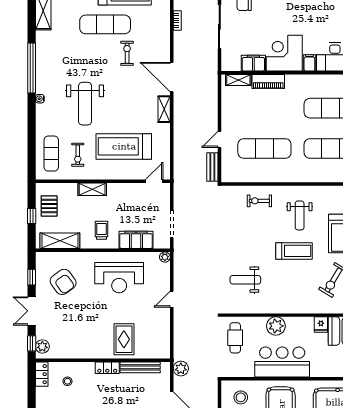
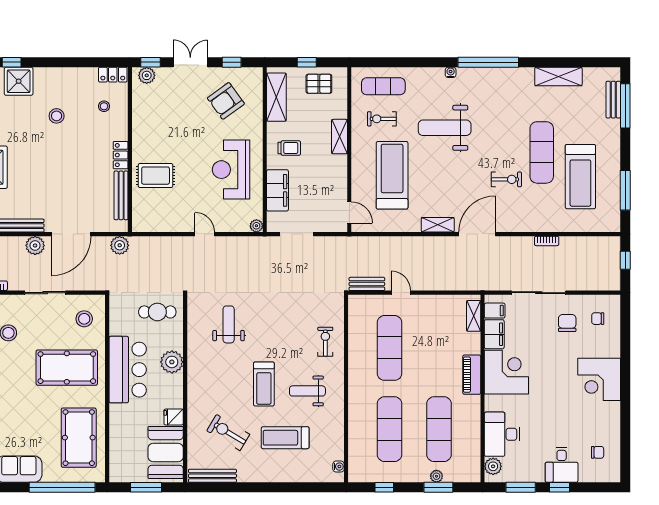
filing cabinet: (309, 63) -> (495, 311), moved
piano: (268, 81) -> (472, 375), moved

